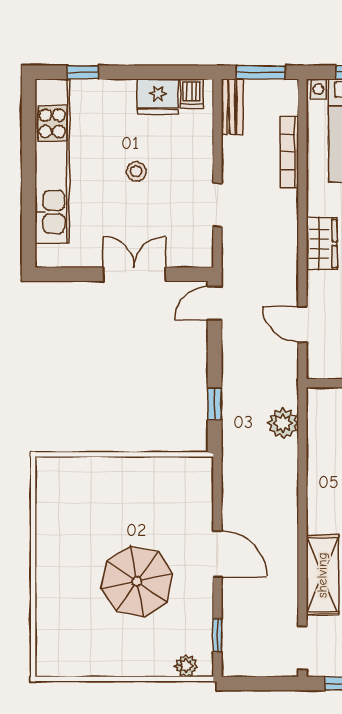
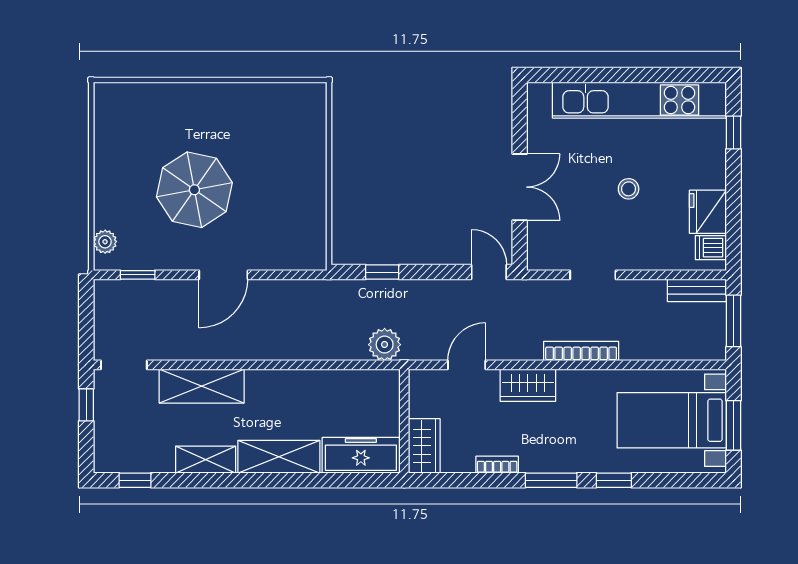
bookcase: (289, 152) -> (581, 351), moved
wardrobe: (322, 244) -> (528, 385), moved
plant: (283, 423) -> (385, 345), moved

